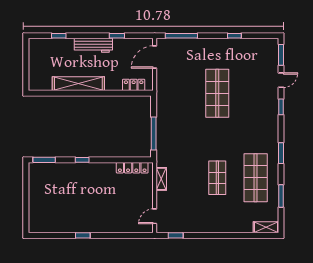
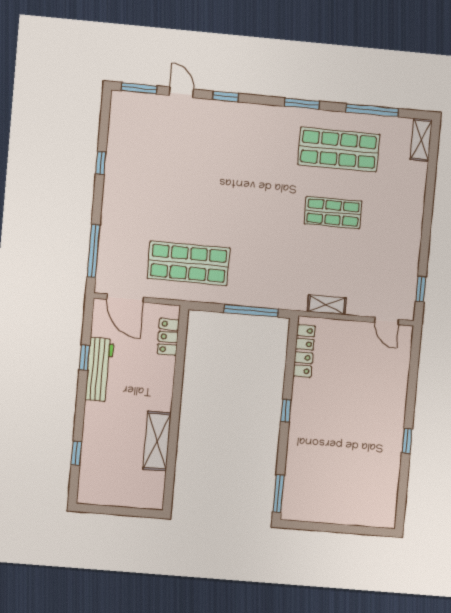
workbench: (93, 45) -> (99, 370), moved
shelving: (78, 84) -> (157, 441), width x0.68
shop shelf: (217, 93) -> (189, 263), moved
window: (82, 160) -> (286, 411), moved
window: (281, 196) -> (372, 110), width x1.44

